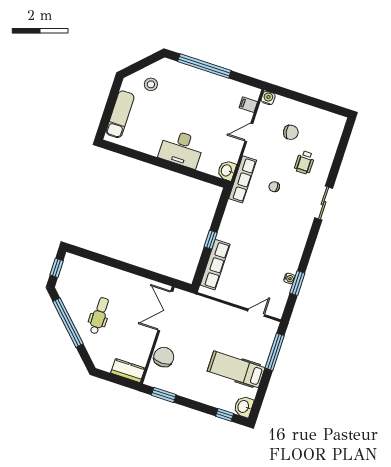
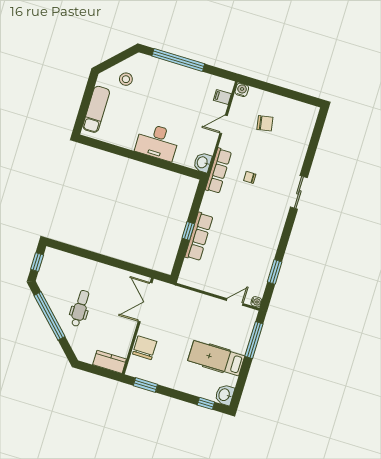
wheelchair: (304, 162) -> (279, 153), removed
row of seats: (215, 265) -> (199, 237), moved
water cooler: (289, 278) -> (256, 302), moved

